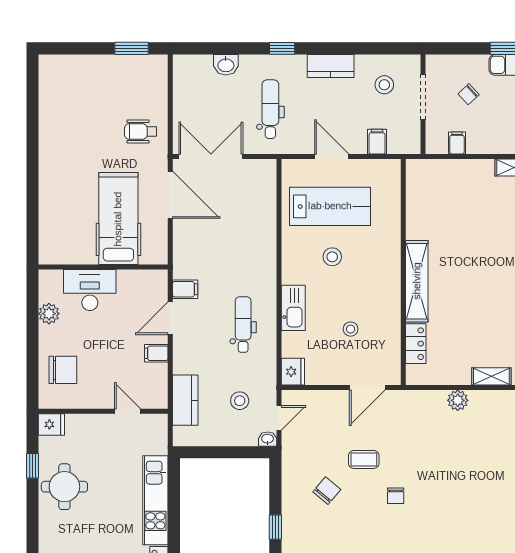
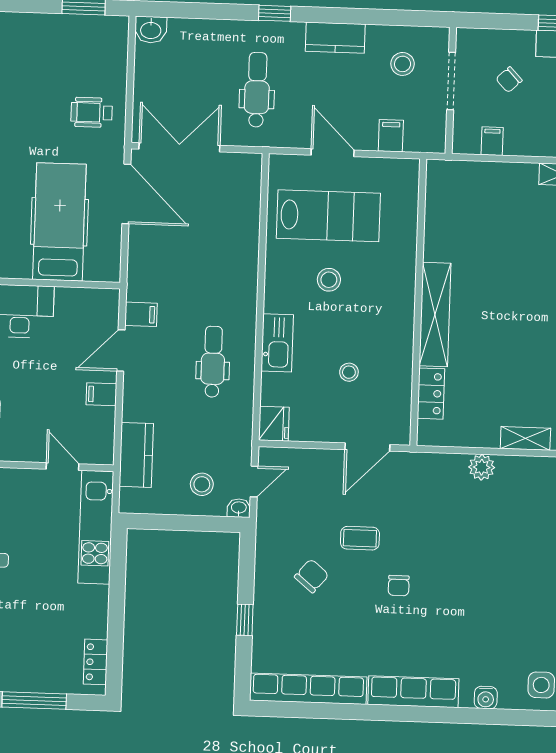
washbasin: (226, 65) -> (151, 30), moved
stool: (240, 401) -> (202, 484), moved
kitchen unit: (155, 500) -> (96, 527), moved

